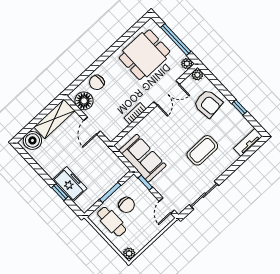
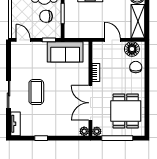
double door: (167, 93) -> (90, 103), width x1.37
armchair: (208, 104) -> (61, 122), removed
sliding door: (204, 195) -> (9, 94), moved

